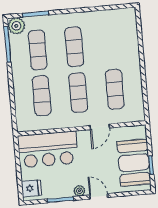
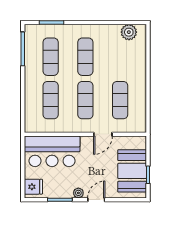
plant: (16, 26) -> (129, 32), moved
door: (99, 196) -> (96, 200), hinge flipped

